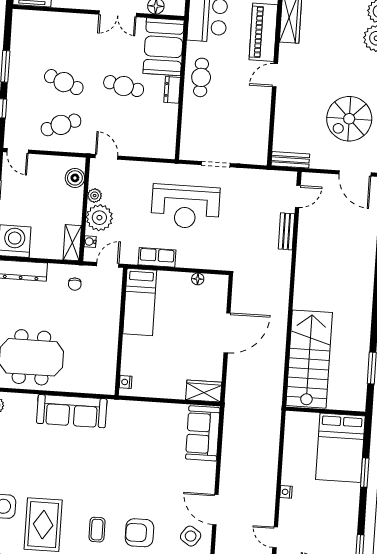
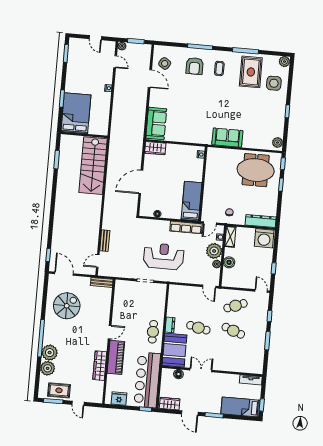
boiler: (75, 178) -> (229, 262), moved
row of seats: (157, 257) -> (186, 227), width x1.48
sofa: (72, 411) -> (227, 138), width x0.73
armchair: (139, 533) -> (195, 66), turned 90

